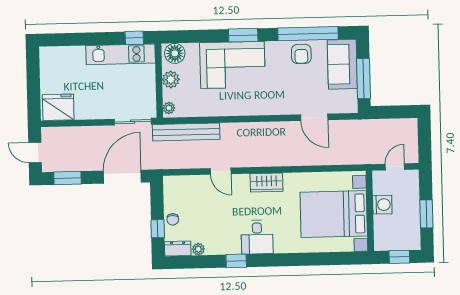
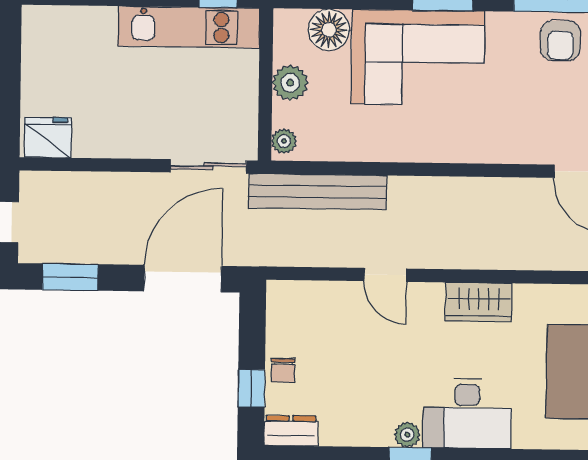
floor lamp: (175, 53) -> (329, 30), moved
fridge: (58, 107) -> (48, 137), width x0.73, depth x0.75
desk: (257, 237) -> (467, 414), width x1.37
plant: (198, 249) -> (407, 435), moved

